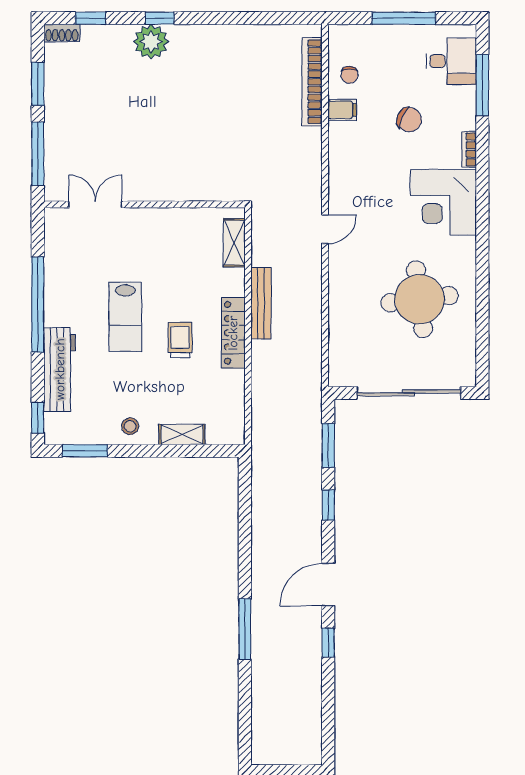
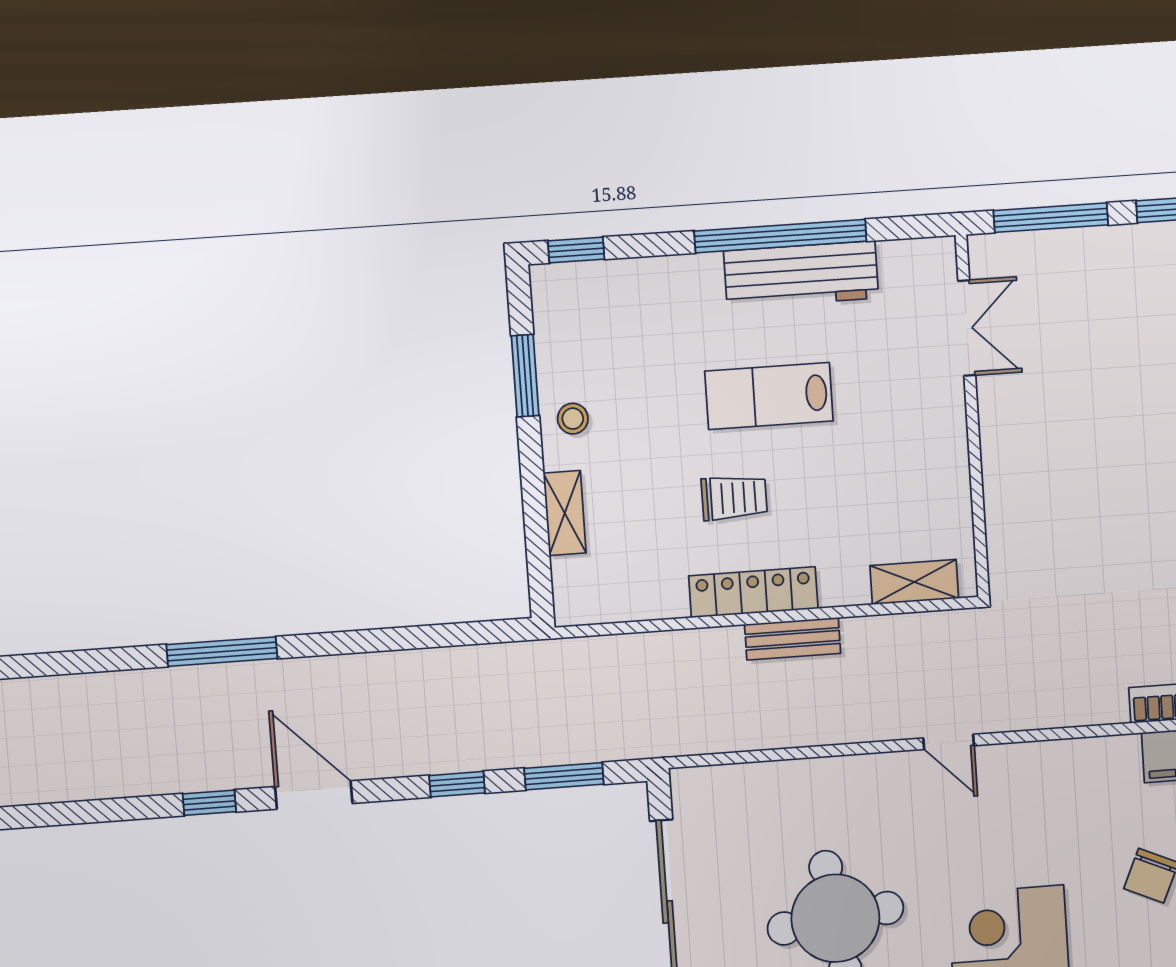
bench: (261, 303) -> (793, 639), width x0.73
workbench: (60, 369) -> (801, 275), moved
window: (85, 451) -> (525, 376), moved

